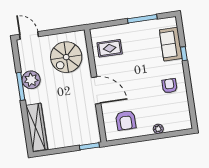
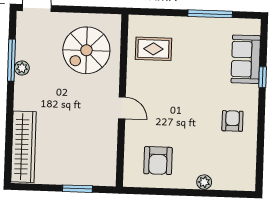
plant: (31, 80) -> (22, 68), width x0.53, depth x0.53
window: (21, 86) -> (11, 60), moved
door: (96, 90) -> (122, 108), width x0.53
window: (89, 146) -> (78, 189), moved

